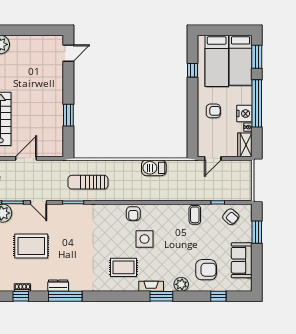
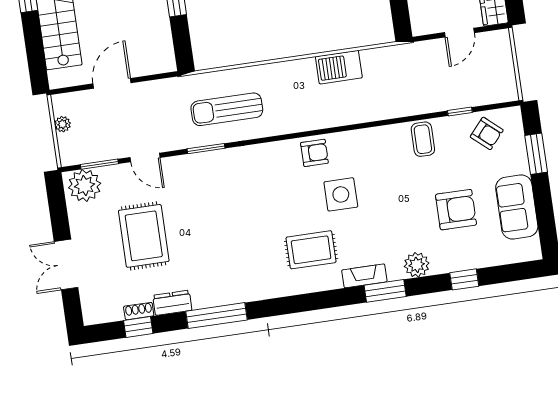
door: (213, 158) -> (459, 33), moved
armchair: (133, 214) -> (314, 153), turned -90
rug: (31, 246) -> (144, 236), turned 90
armchair: (206, 270) -> (456, 210), moved
dresser: (58, 286) -> (172, 303), moved
window: (218, 296) -> (464, 279), moved

